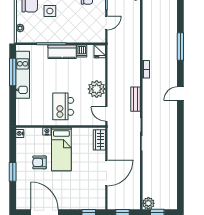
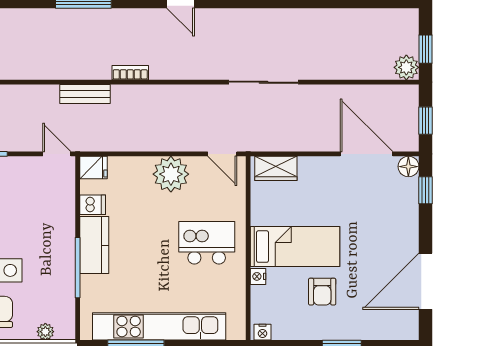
door: (106, 23) -> (57, 154), moved
kitchen unit: (23, 75) -> (159, 326), width x1.36
bench: (135, 99) -> (85, 94), moved
kitchen island: (63, 106) -> (207, 243), turned 180
door: (106, 114) -> (222, 154), hinge flipped
door: (106, 173) -> (366, 154), moved
floor lamp: (100, 204) -> (408, 167), added

